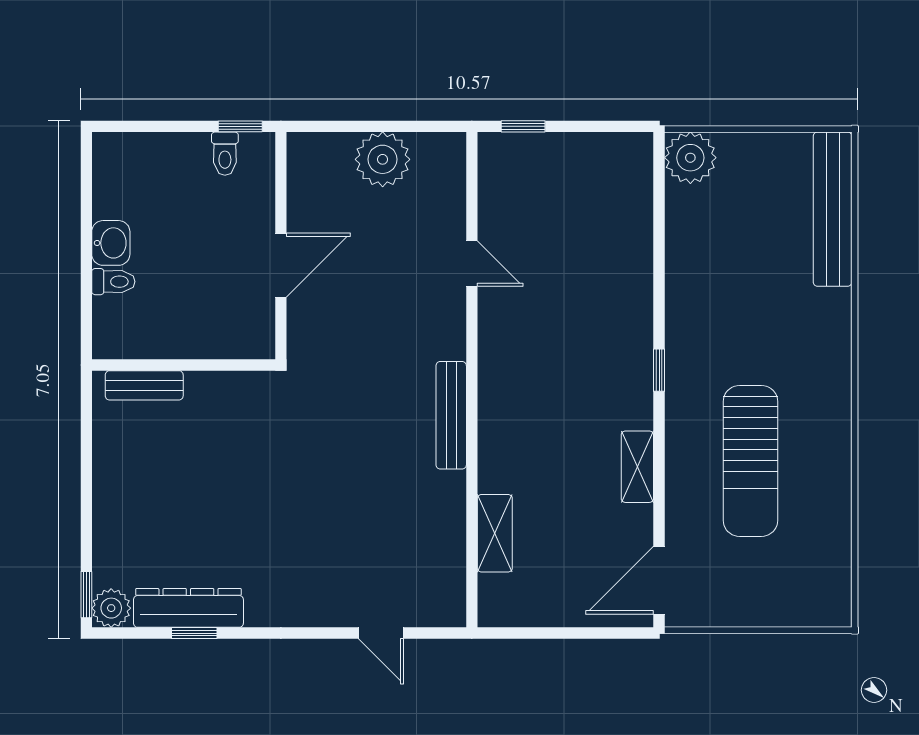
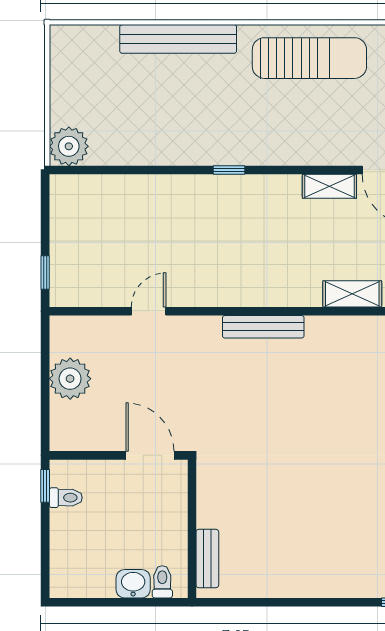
bench: (833, 209) -> (178, 39), moved
wall: (184, 365) -> (192, 529), moved
bench: (144, 385) -> (207, 559), moved
sun lounger: (750, 461) -> (309, 58), moved
shelving: (637, 467) -> (329, 186), moved

